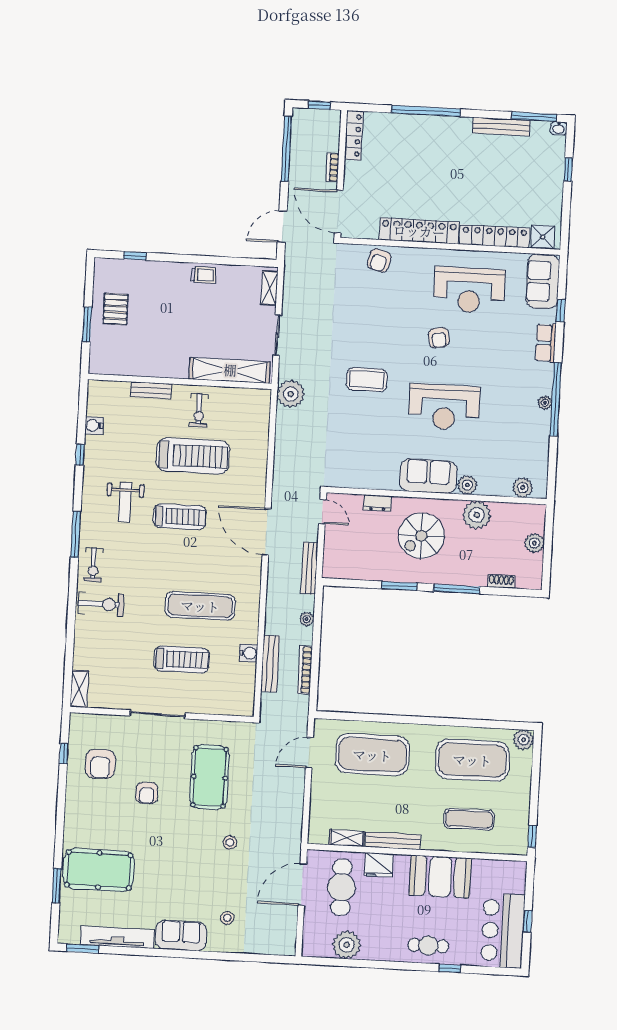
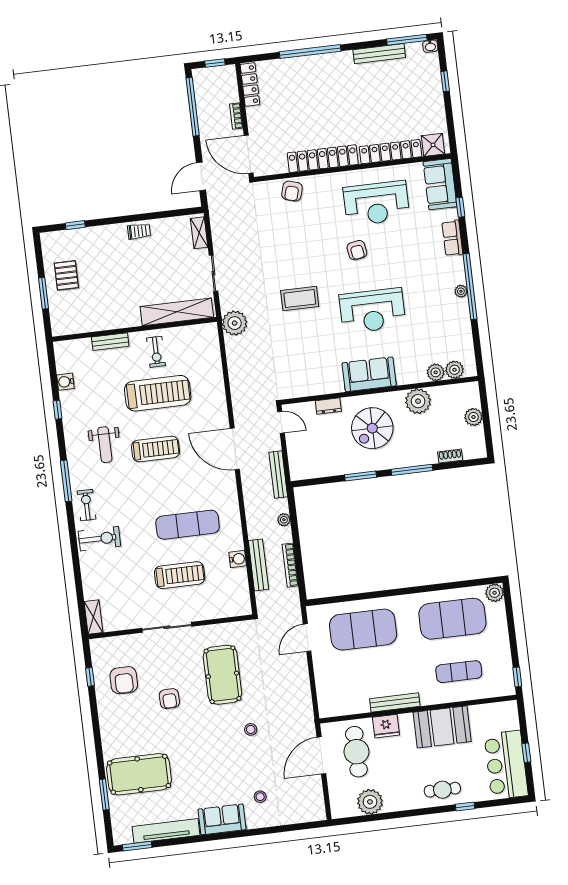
plant: (467, 485) -> (436, 372), moved
exercise bike: (93, 565) -> (87, 505), turned 180
shelving: (347, 838) -> (354, 707), removed

